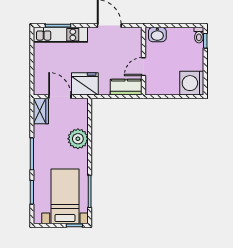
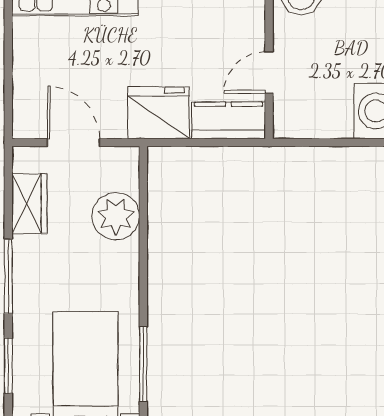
fridge: (85, 84) -> (159, 113), moved
wardrobe: (41, 111) -> (29, 204), moved
plant: (78, 139) -> (116, 216), moved

